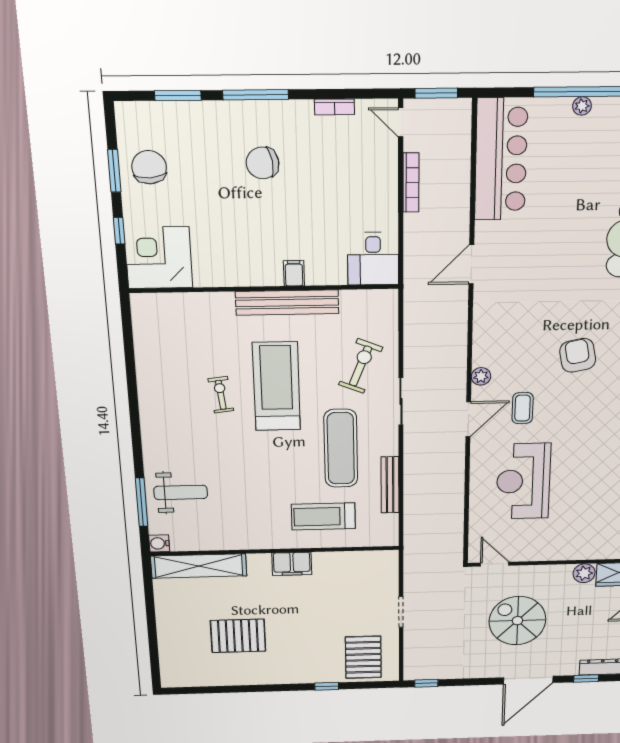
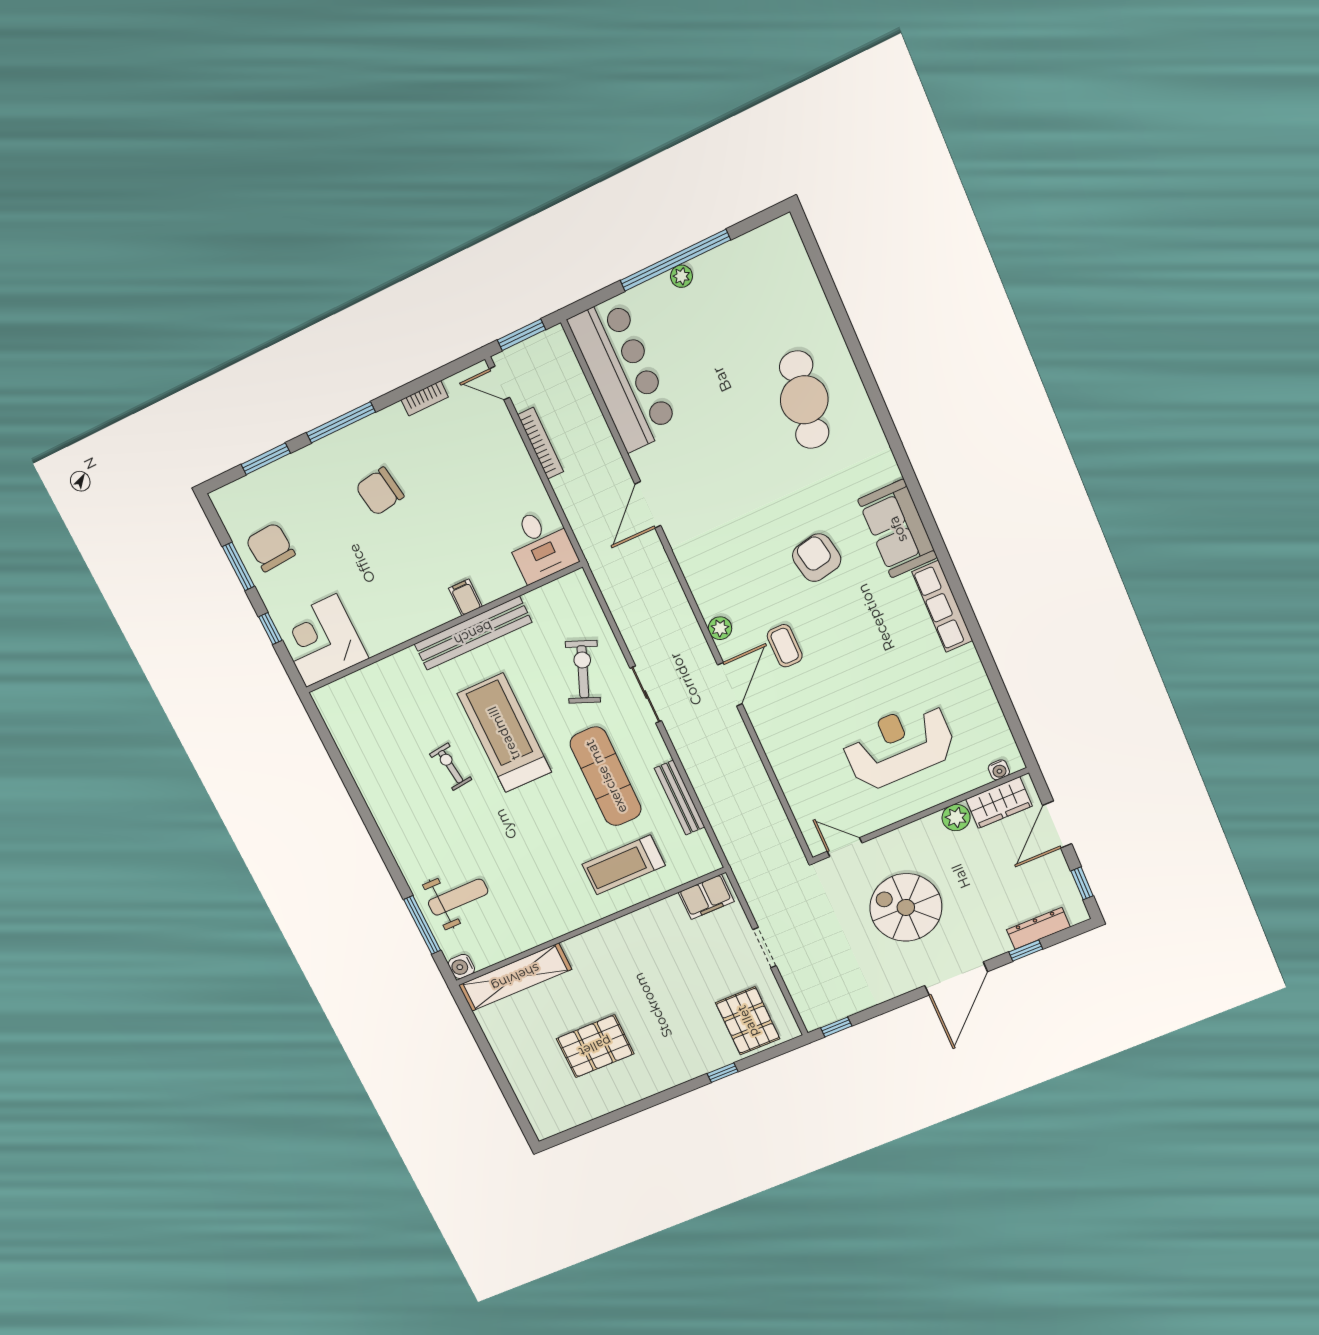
reception desk: (523, 481) -> (899, 746), moved, turned 90
filing cabinet: (292, 564) -> (706, 897), moved

